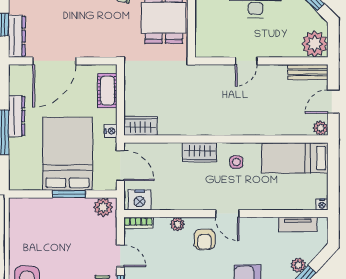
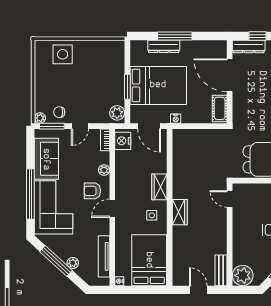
door: (246, 61) -> (230, 199), moved
cot: (107, 91) -> (220, 108), moved, turned 90
dresser: (17, 116) -> (164, 46), moved
wardrobe: (140, 126) -> (180, 212), moved
plant: (321, 128) -> (178, 280), removed
bed: (295, 158) -> (149, 260), width x1.50
door: (120, 166) -> (149, 126), hinge flipped
tv unit: (298, 224) -> (104, 256), width x1.41

